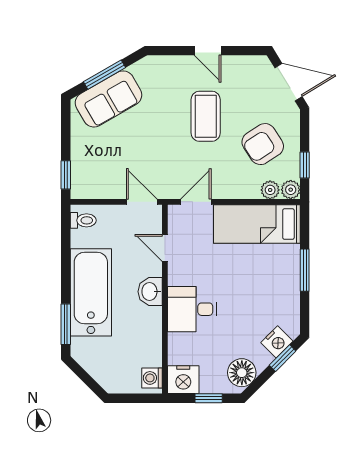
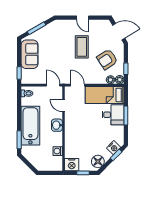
sofa: (108, 99) -> (30, 54), moved, turned -60
door: (196, 202) -> (77, 85), hinge flipped
desk: (192, 309) -> (113, 115), moved, turned 180
washing machine: (152, 378) -> (58, 151), moved

